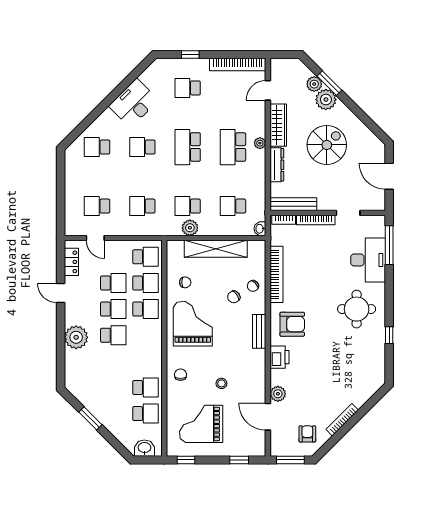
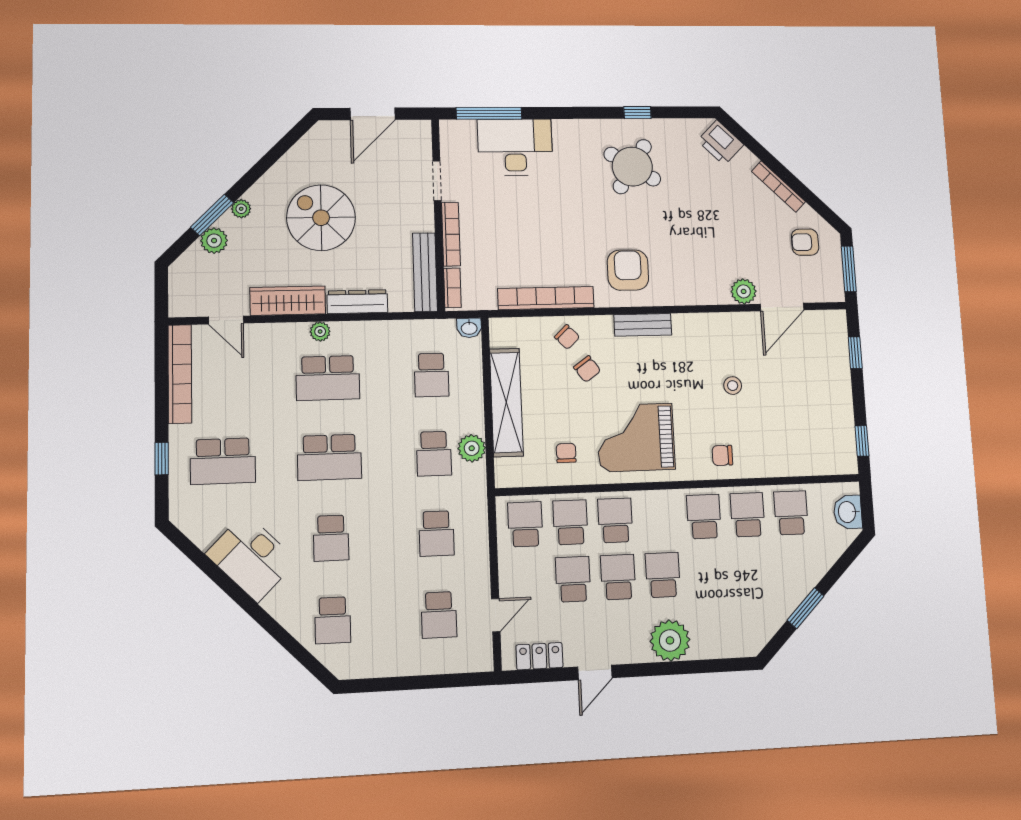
school desk: (188, 88) -> (223, 461), width x1.85
plant: (326, 100) -> (241, 209), width x0.53, depth x0.53
round table: (357, 309) -> (632, 167), moved, turned 32
printer: (279, 357) -> (721, 143), moved, turned -135
school desk: (145, 361) -> (704, 517), added
grand piano: (201, 424) -> (801, 418), removed

